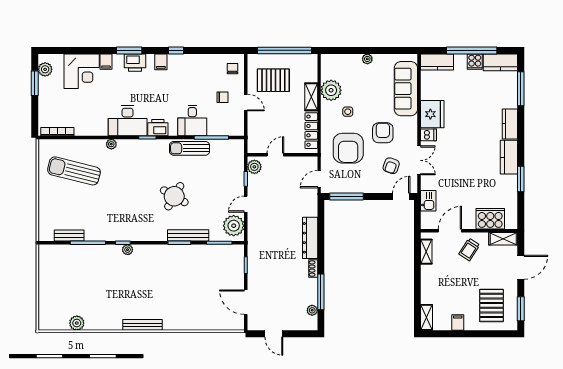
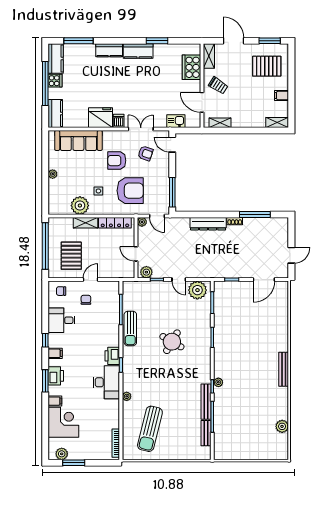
desk: (192, 120) -> (62, 320), moved, turned 180
bench: (188, 235) -> (206, 402), moved
plant: (312, 310) -> (142, 222), moved

